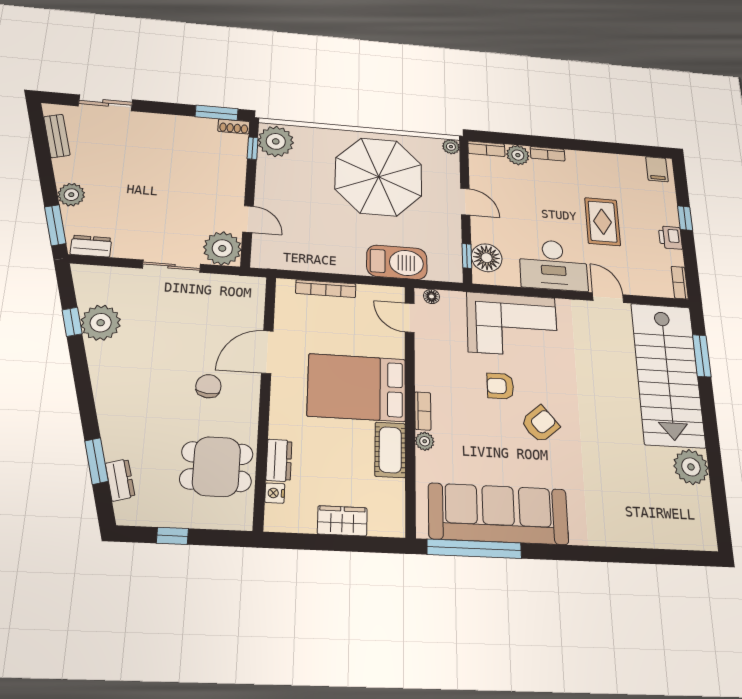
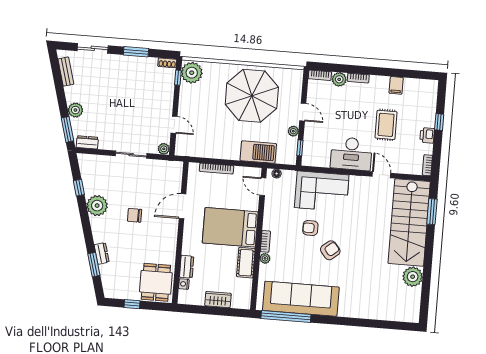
window: (217, 113) -> (136, 52), moved
plant: (451, 147) -> (293, 131), moved
filing cabinet: (657, 169) -> (396, 85), moved
plant: (222, 248) -> (164, 149), width x0.53, depth x0.53
floor lamp: (487, 258) -> (312, 149), removed
plant: (101, 323) -> (97, 206), moved
chair: (208, 386) -> (135, 215), moved, turned -95
dining table: (216, 467) -> (156, 282), moved, turned 90
dresser: (120, 480) -> (102, 253), moved

